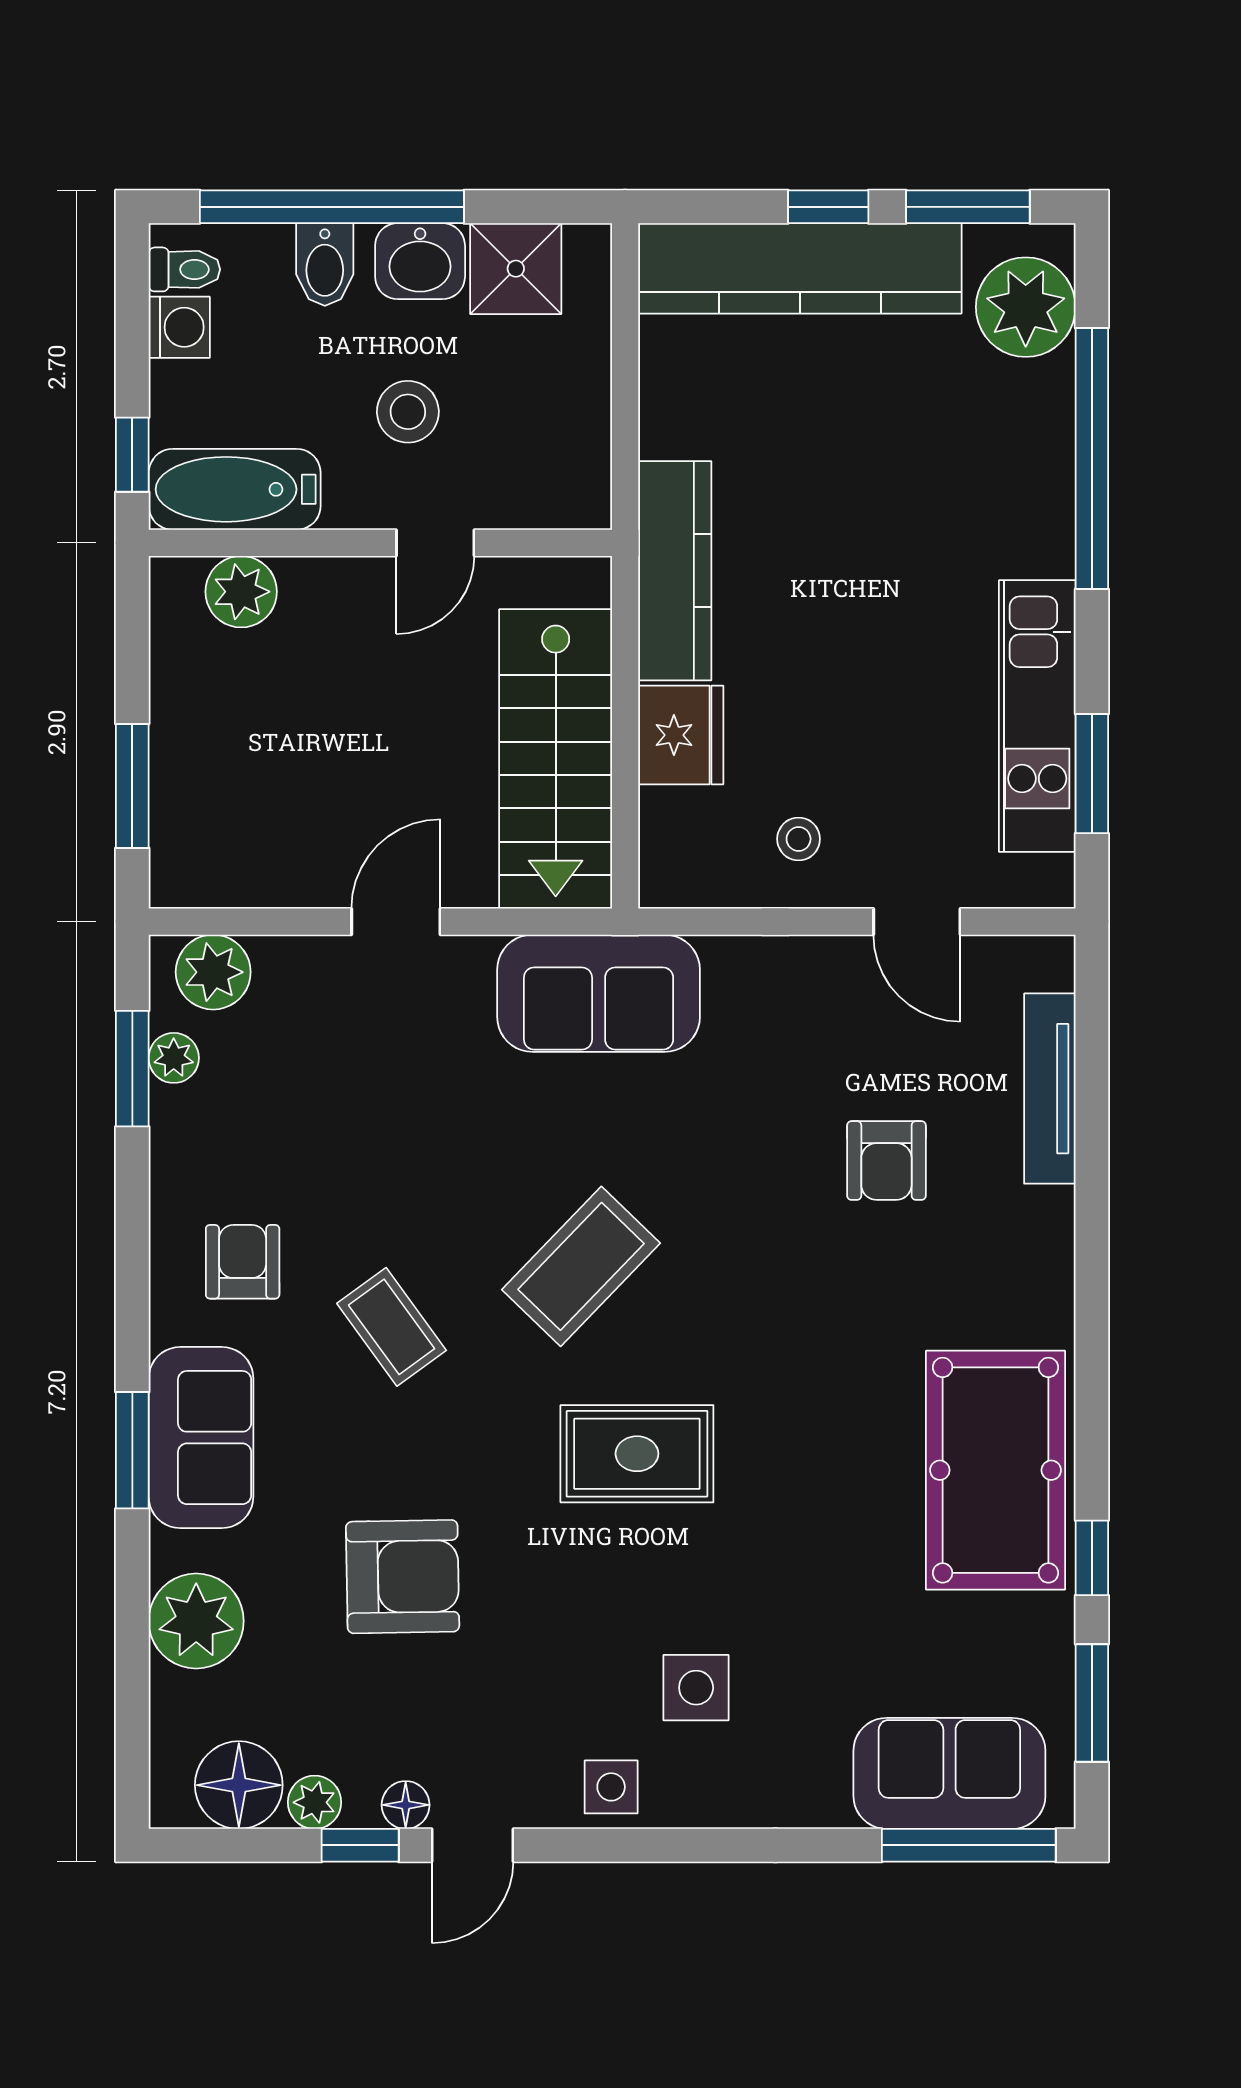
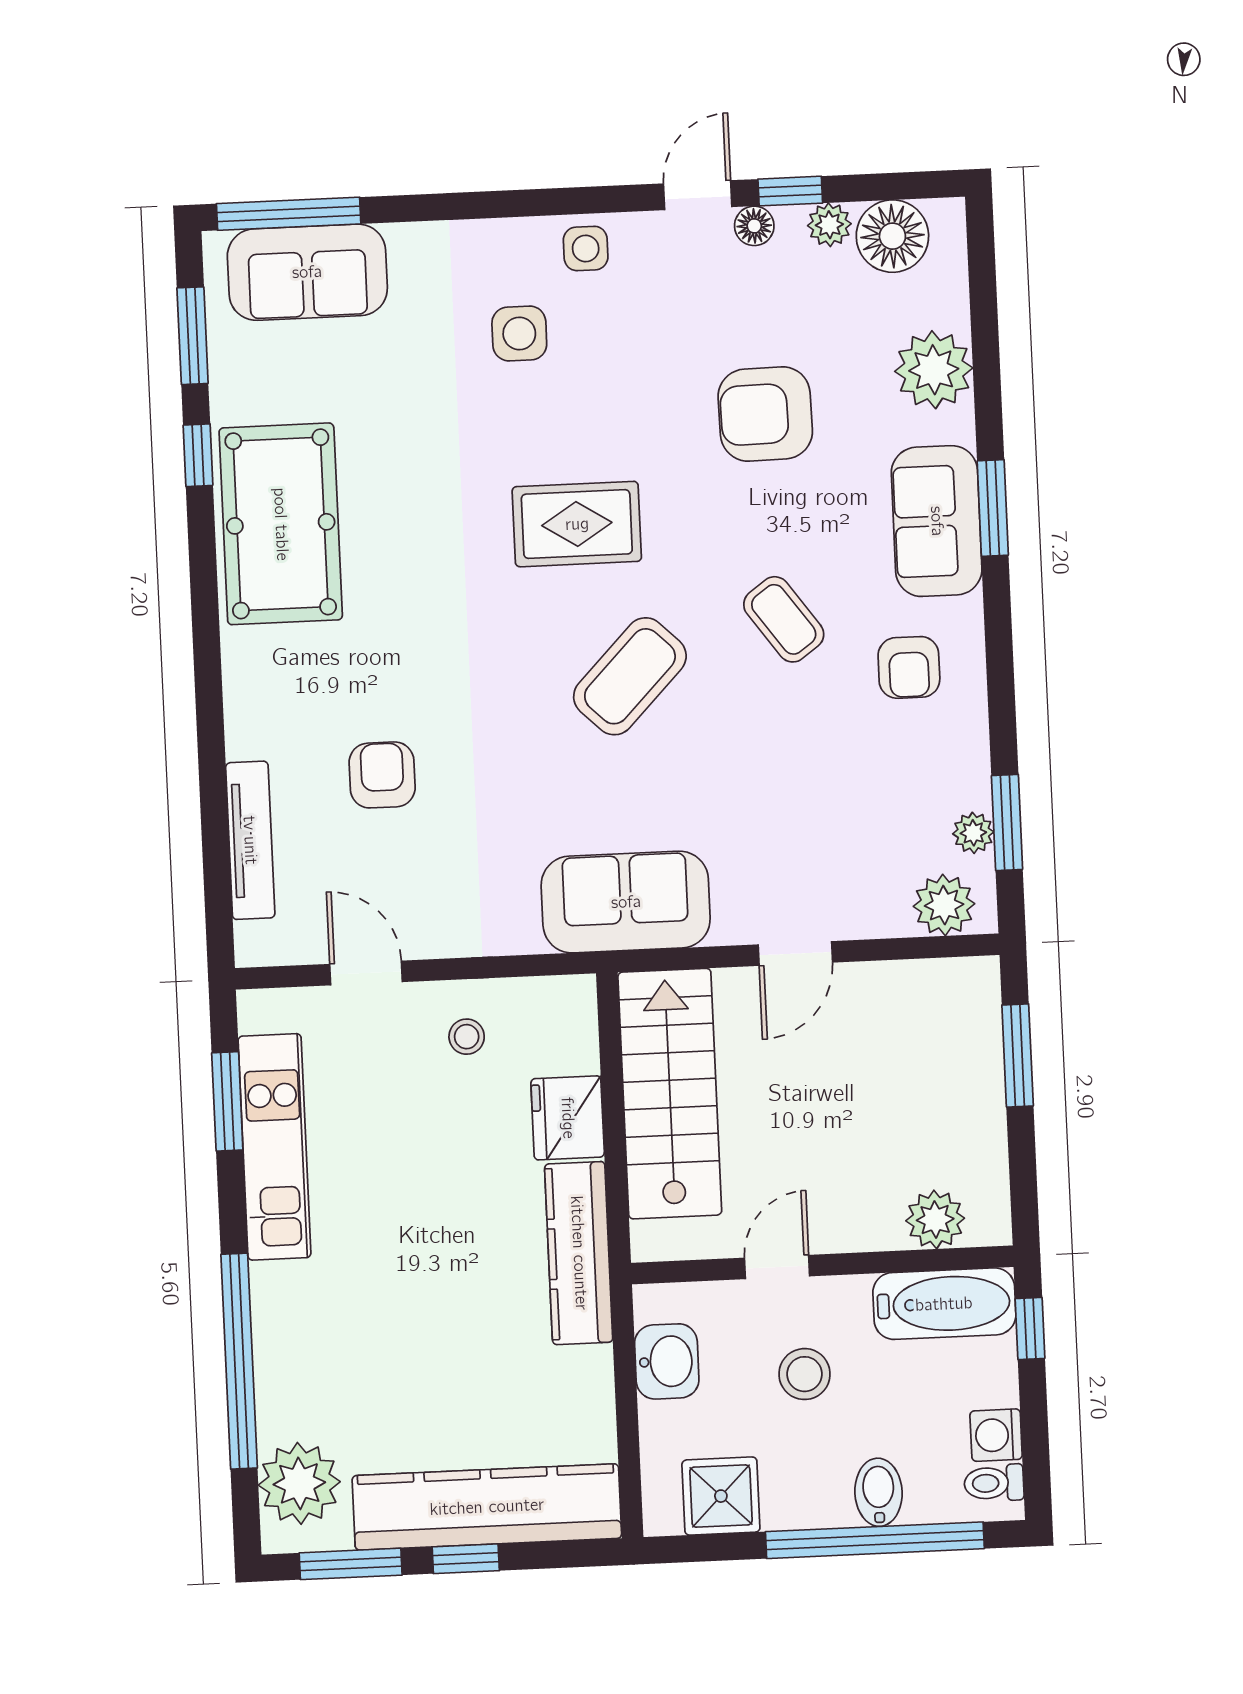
washbasin: (420, 261) -> (667, 1361), moved, turned 90

